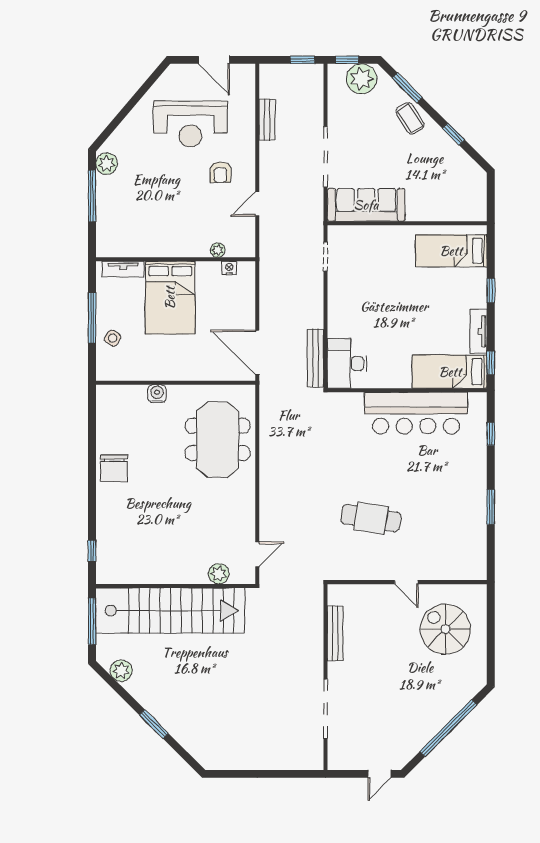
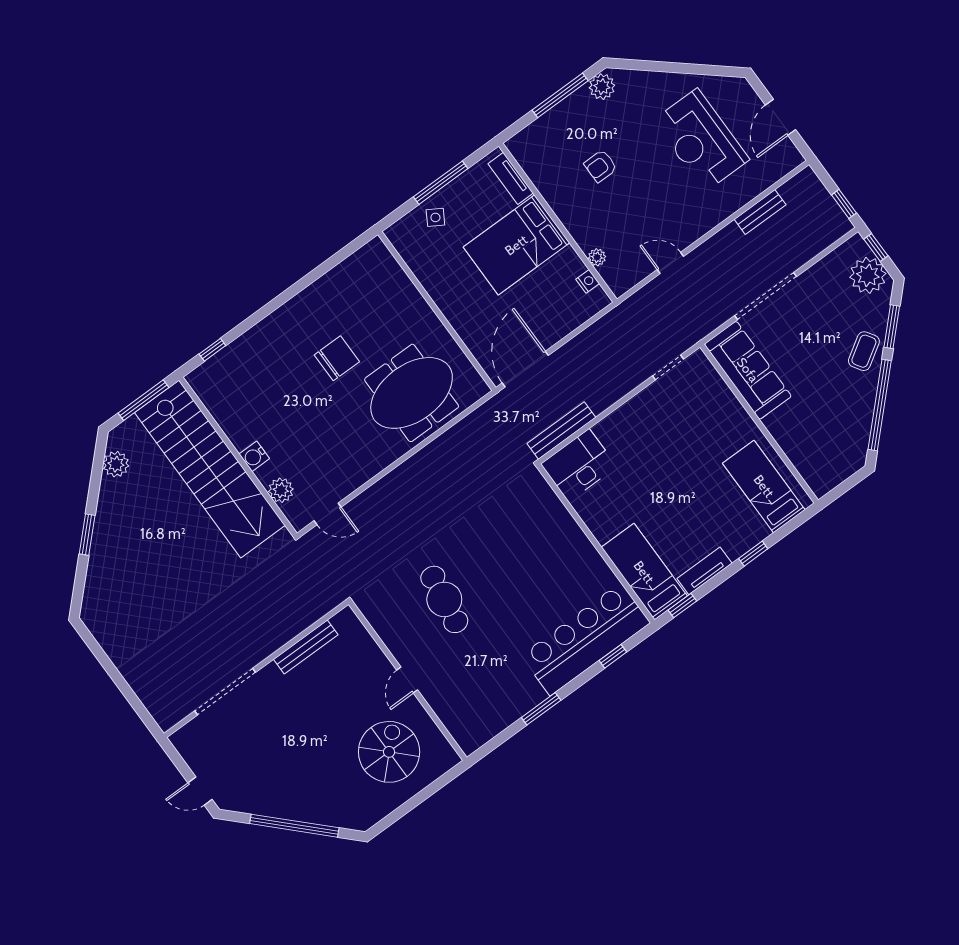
window: (454, 134) -> (880, 405), width x3.17
armchair: (220, 172) -> (601, 166), moved
water cooler: (157, 394) -> (254, 456), moved, turned 180
bar counter: (416, 413) -> (586, 639), moved, turned 90
chair: (114, 468) -> (337, 358), moved, turned 180

